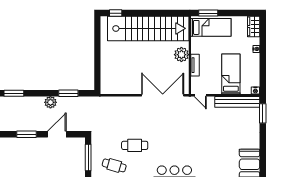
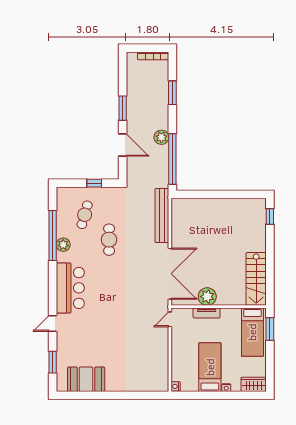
stairs: (148, 28) -> (256, 279), width x0.54, depth x0.66
plant: (181, 55) -> (207, 297), moved
bed: (231, 74) -> (210, 367), moved, turned -90
window: (68, 93) -> (172, 159), width x2.11
bench: (237, 102) -> (162, 216), moved
window: (263, 113) -> (148, 395), removed
window: (88, 157) -> (94, 183), width x0.46

